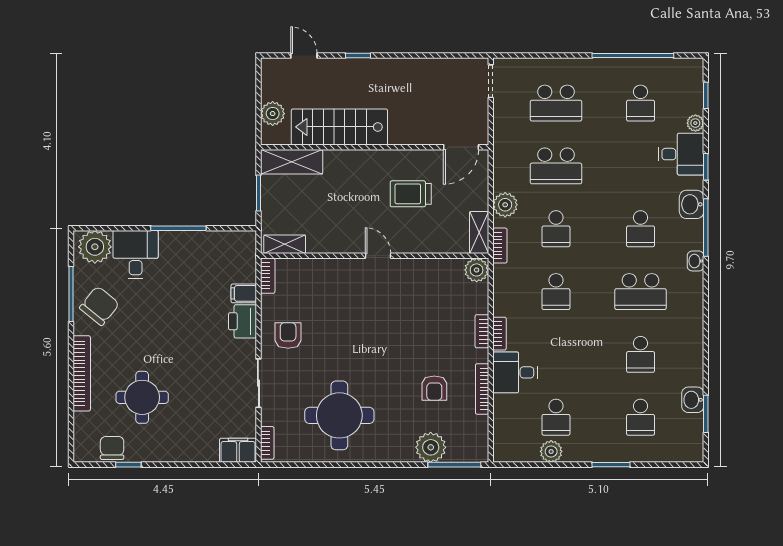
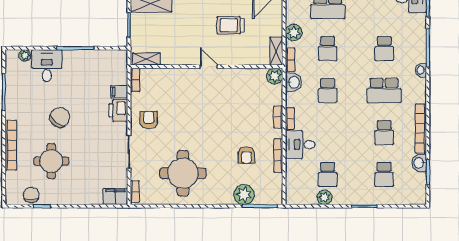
washbasin: (692, 204) -> (294, 82), moved, turned 180
plant: (95, 247) -> (25, 55), width x0.53, depth x0.53
chair: (99, 306) -> (60, 117), moved
bookcase: (695, 348) -> (421, 128), added

